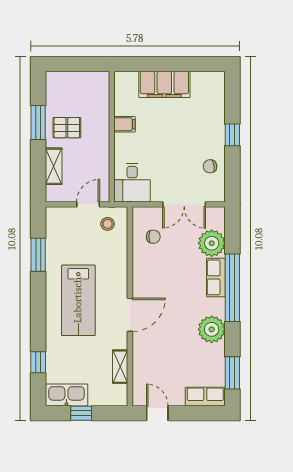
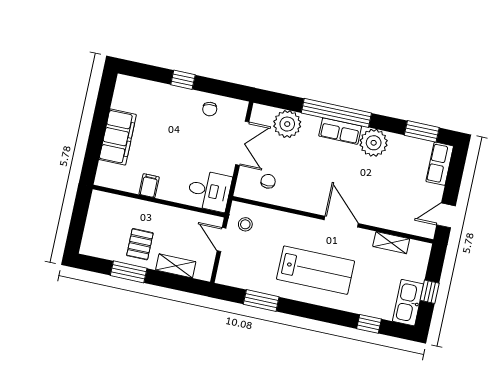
row of seats: (216, 277) -> (340, 131), moved

